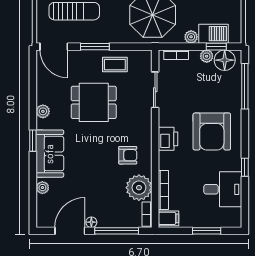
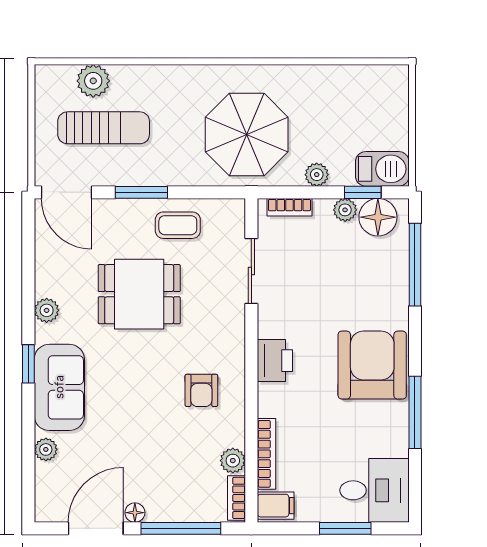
barbecue: (213, 34) -> (382, 169), moved
armchair: (212, 131) -> (372, 365), moved, turned 180
armchair: (128, 155) -> (201, 390), turned 90
window: (245, 167) -> (415, 412), width x2.17
plant: (139, 188) -> (233, 461), width x0.53, depth x0.53
desk: (223, 189) -> (374, 490), moved

